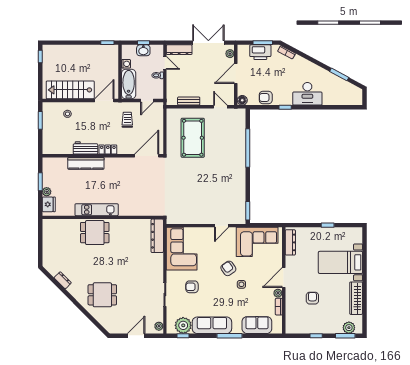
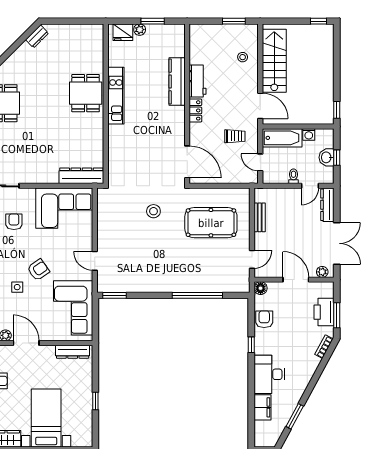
filing cabinet: (332, 99) -> (262, 407), added
stool: (184, 181) -> (153, 211), added
dresser: (63, 280) -> (37, 36), moved

